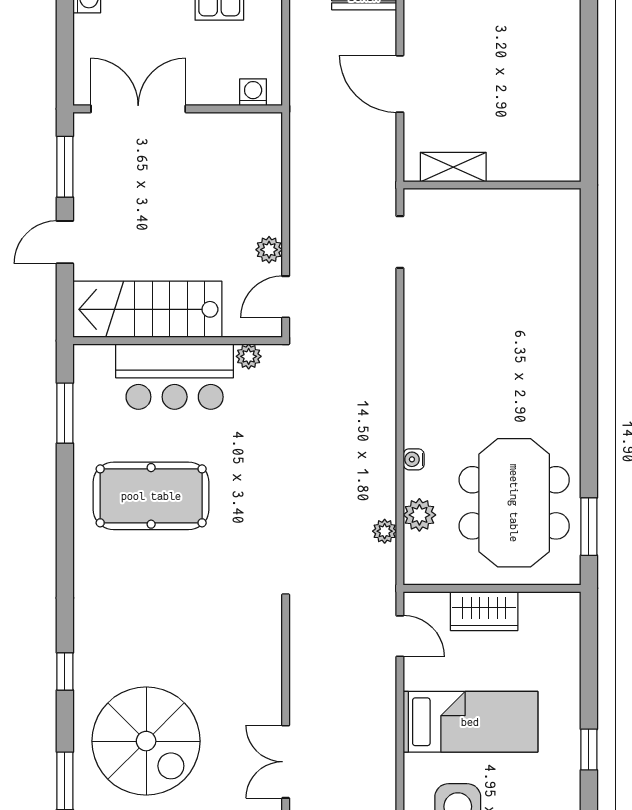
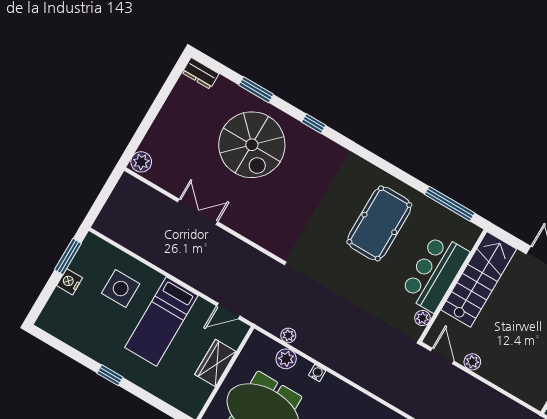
window: (65, 413) -> (450, 204), width x1.44
spiral stairs: (146, 741) -> (252, 145), turned -90

